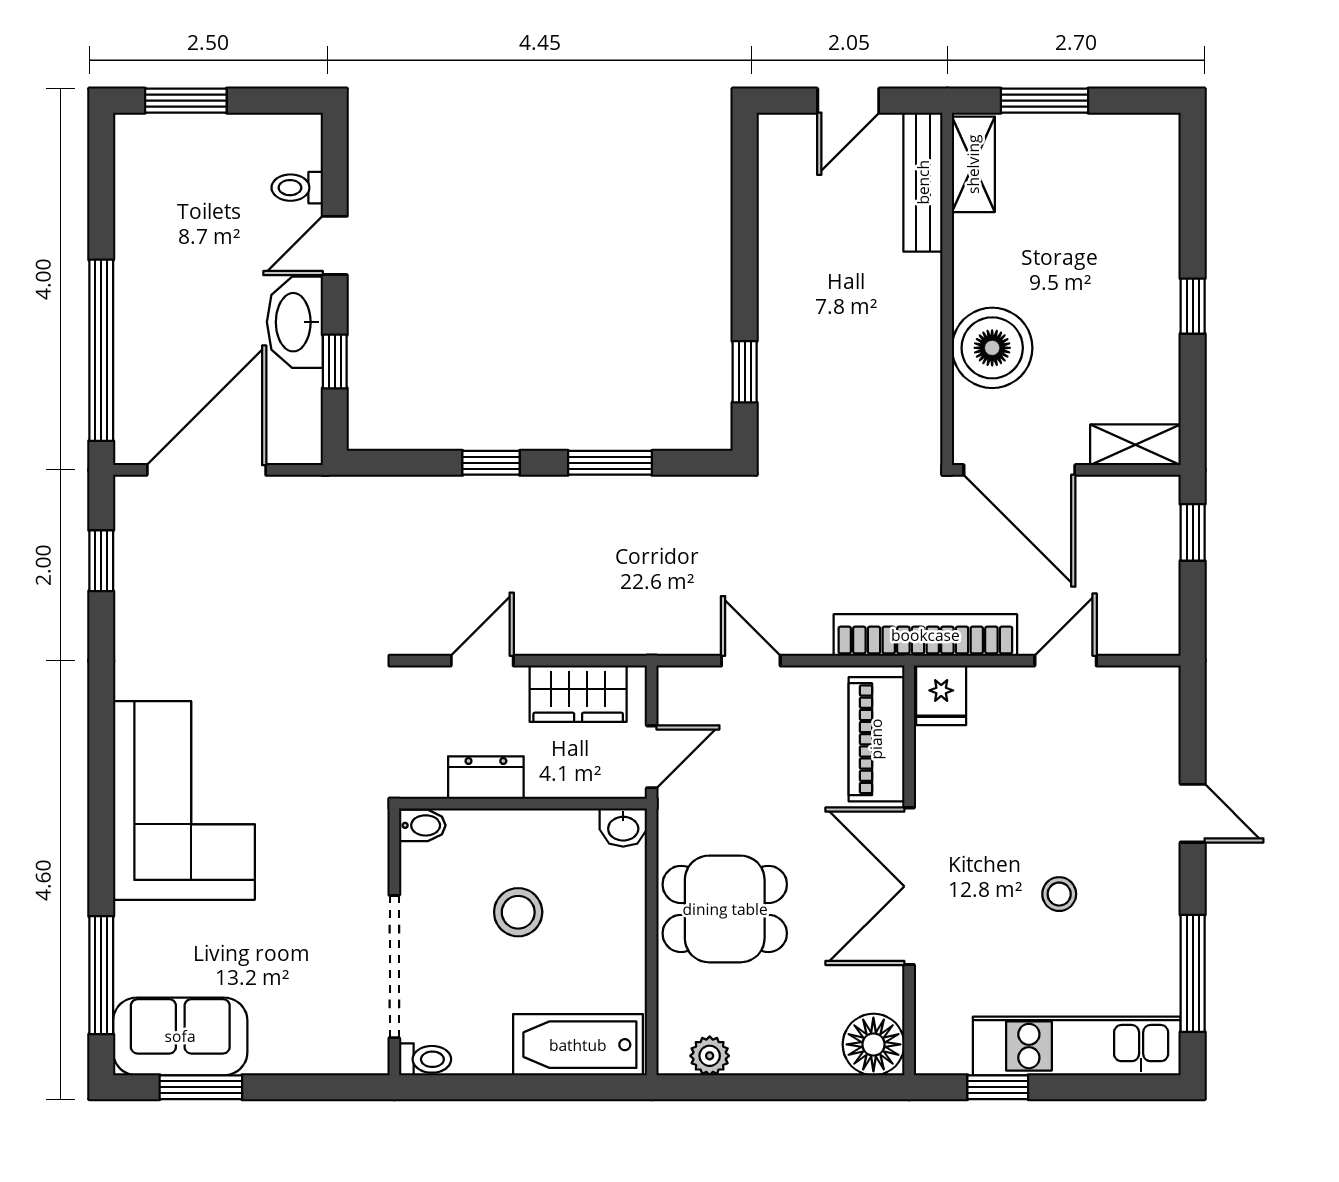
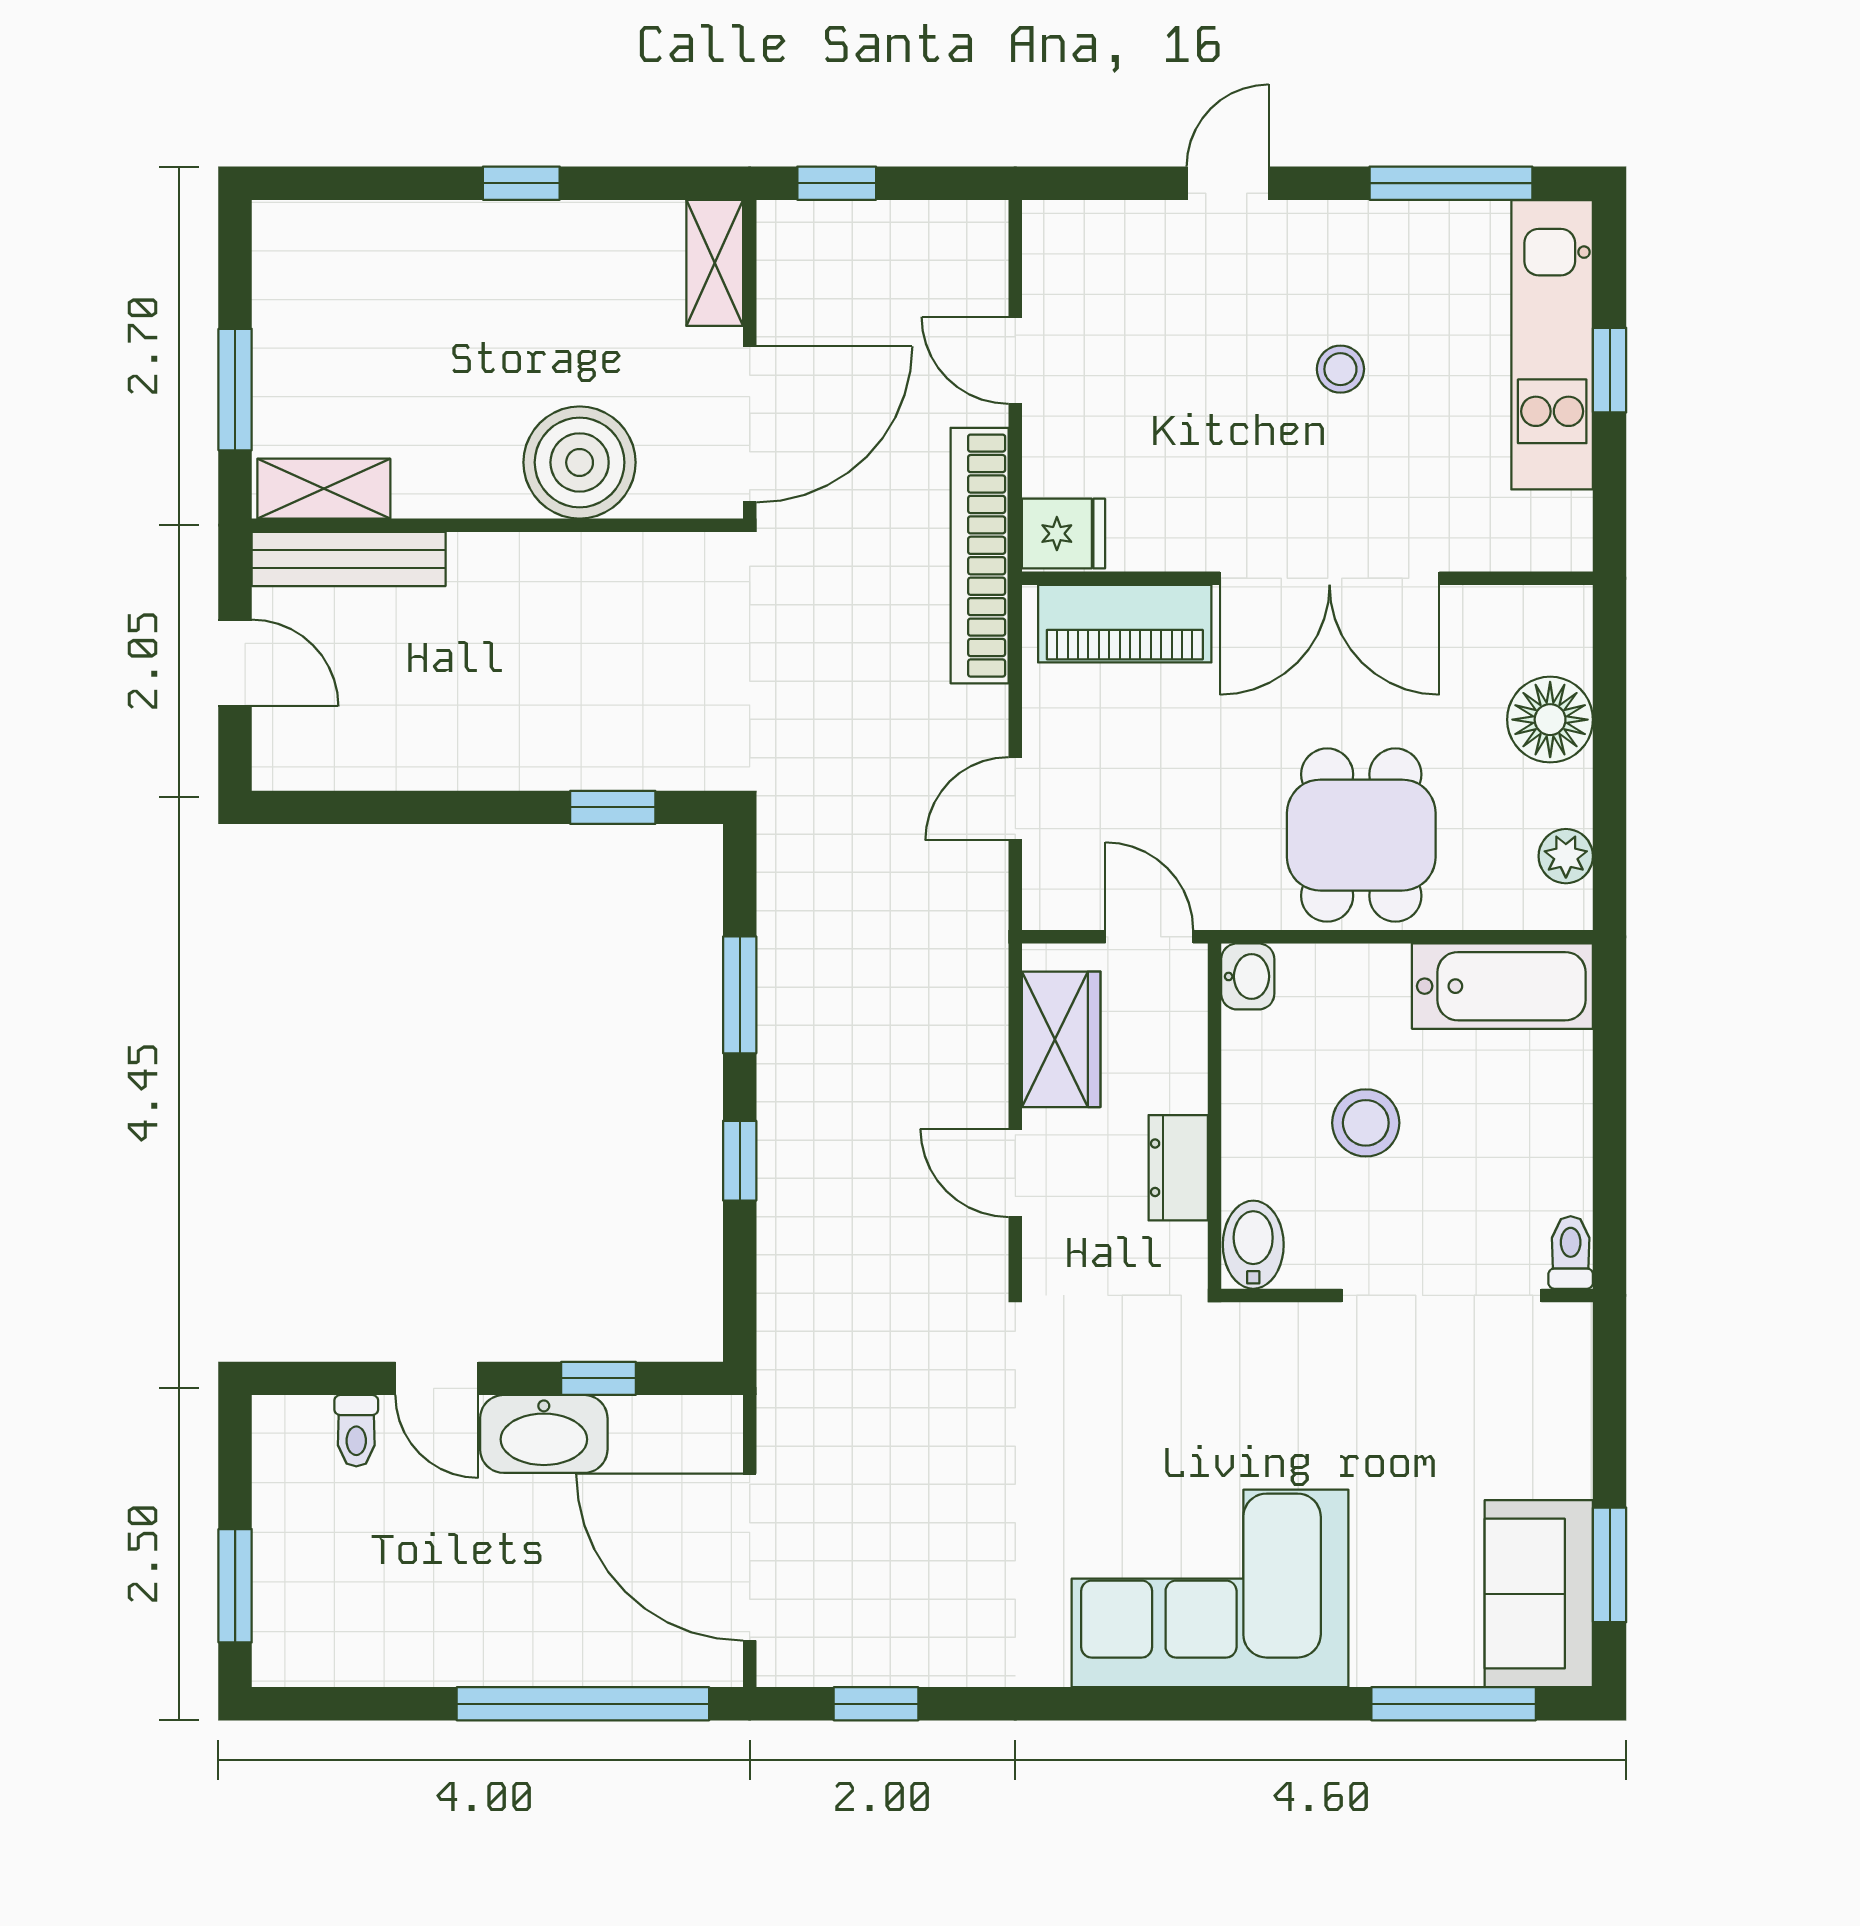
bidet: (422, 825) -> (1253, 1245), width x1.38, depth x1.36
floor lamp: (873, 1044) -> (1550, 720), moved
bathtub: (578, 1045) -> (1502, 986), moved, turned -90
window: (998, 1087) -> (1610, 370), moved

